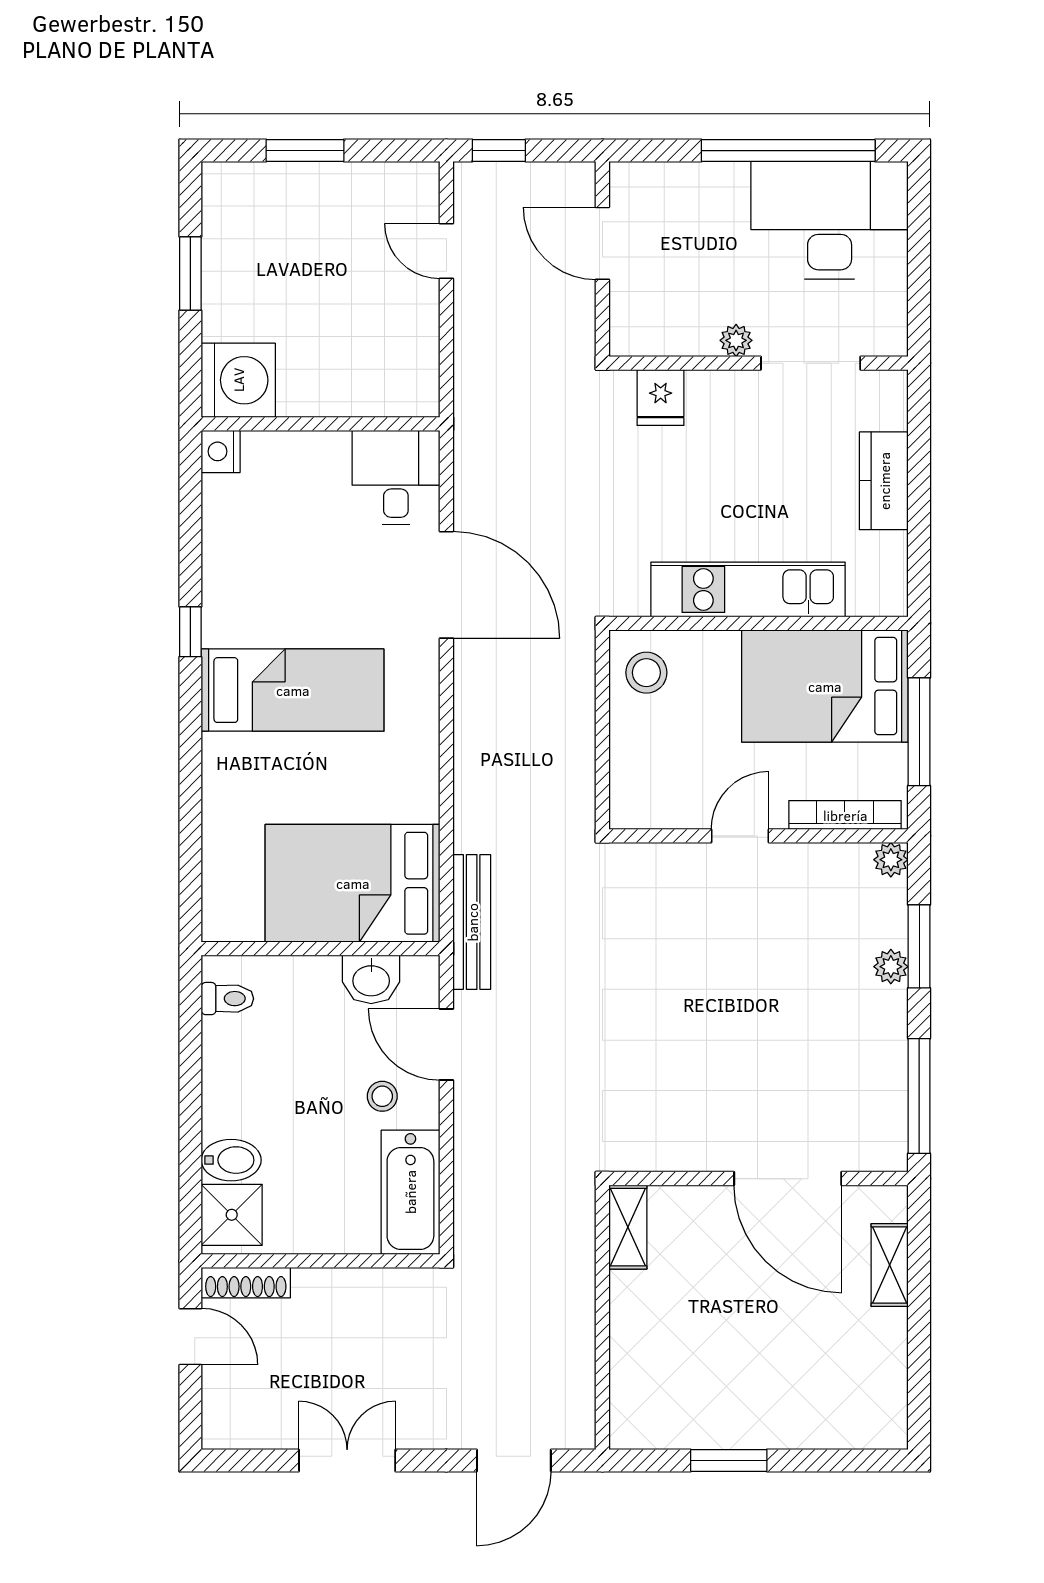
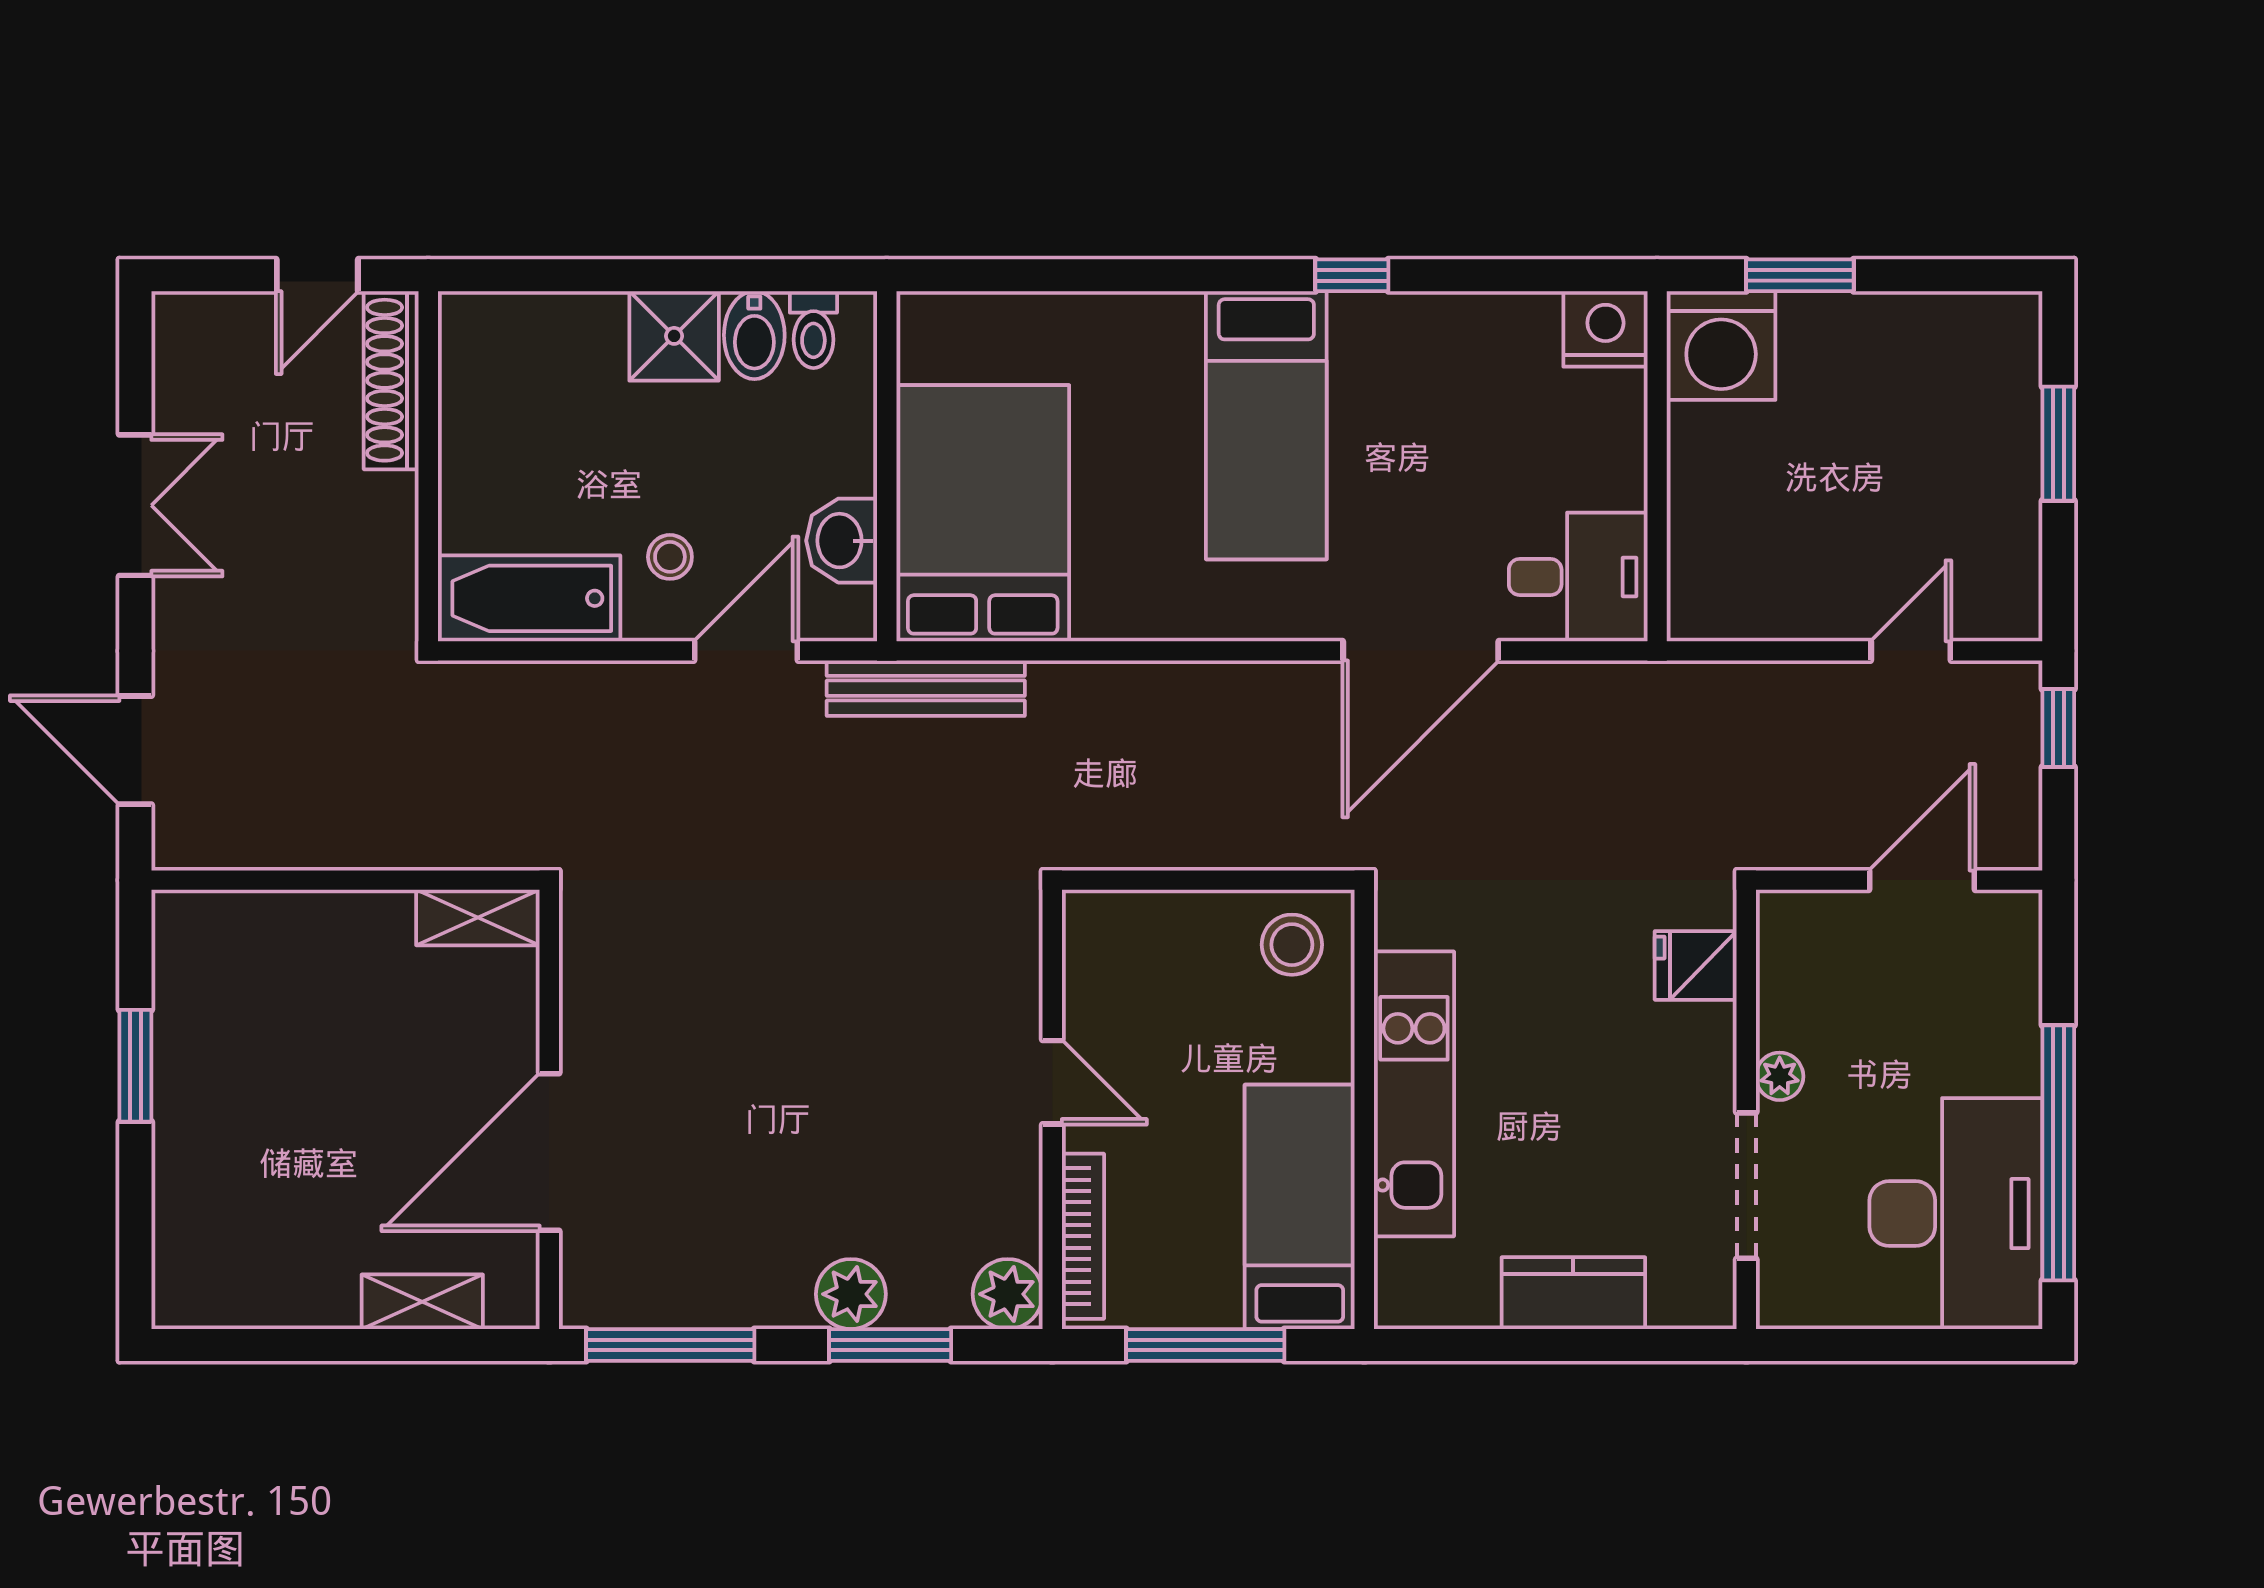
window: (190, 274) -> (1800, 275), moved
nightstand: (221, 451) -> (1605, 329), width x1.36, depth x1.33
bed: (825, 686) -> (1300, 1207), width x0.67
plant: (891, 860) -> (1008, 1294), width x1.38, depth x1.38
plant: (891, 967) -> (851, 1294), width x1.38, depth x1.38
bidet: (231, 1160) -> (754, 335), moved
shower: (232, 1215) -> (674, 336), moved
shoe rack: (246, 1283) -> (391, 380), width x1.36, depth x1.24

